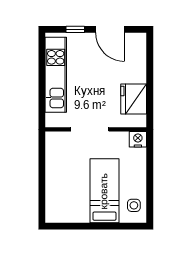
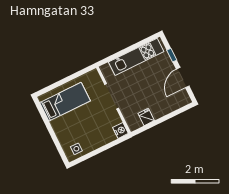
fridge: (134, 99) -> (146, 117), width x0.53, depth x0.75
bed: (104, 191) -> (65, 102), moved

